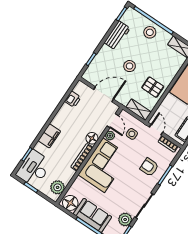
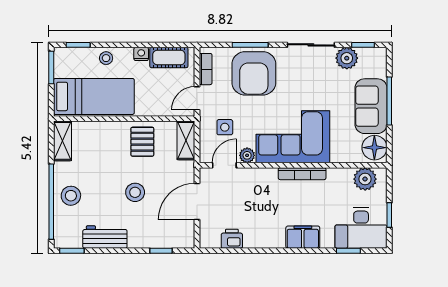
door: (104, 94) -> (197, 202), hinge flipped
floor lamp: (92, 138) -> (267, 177), removed
armchair: (149, 167) -> (254, 73), width x1.88, depth x1.88

